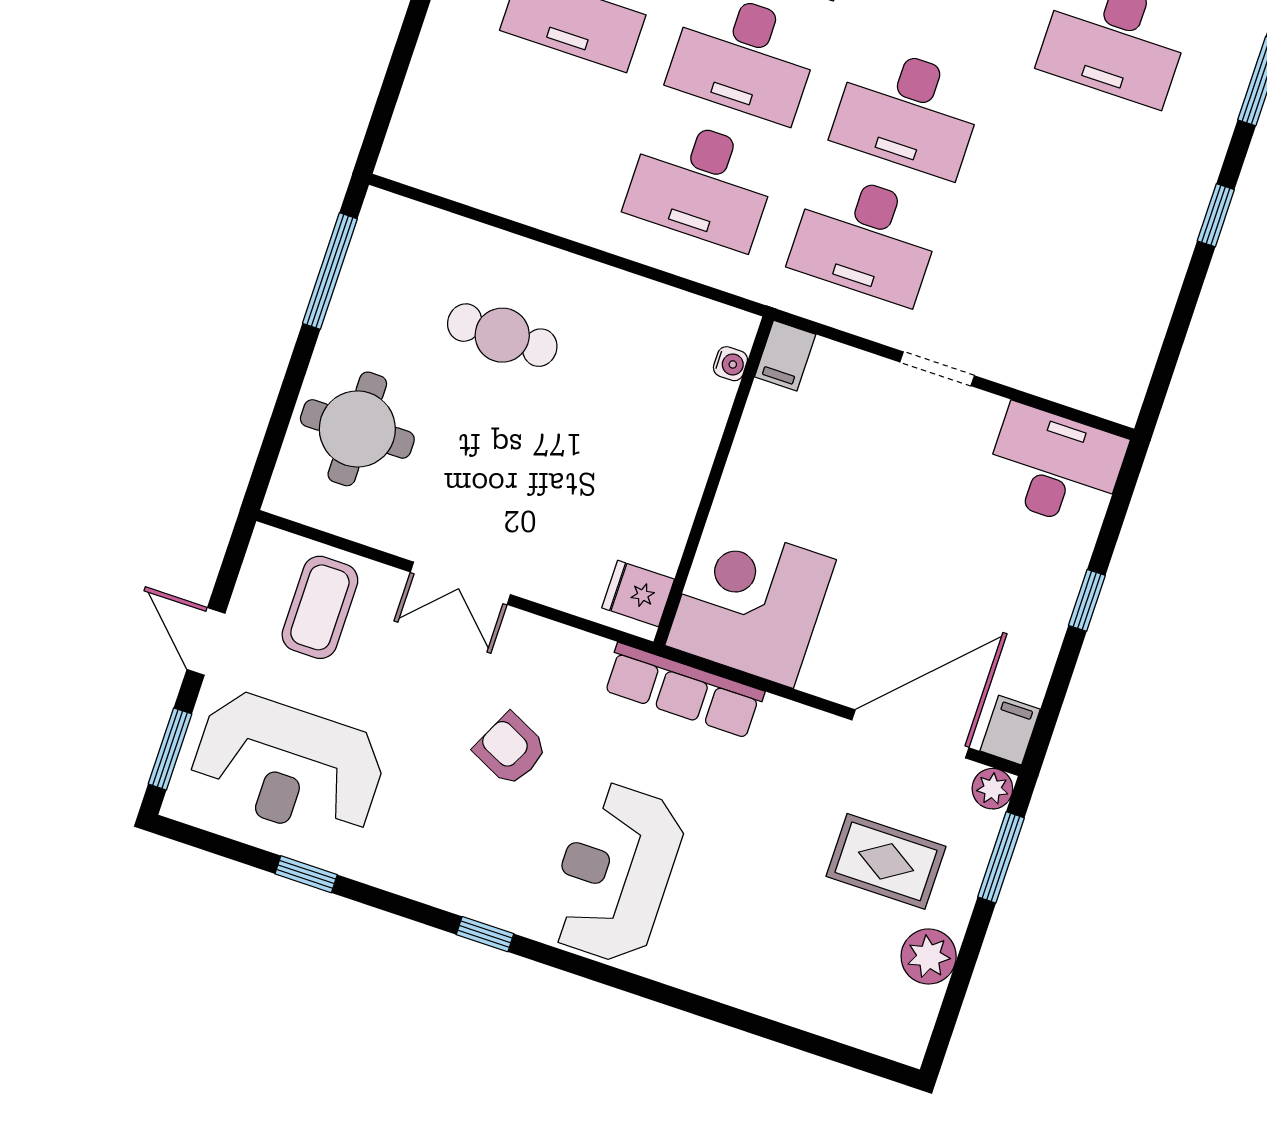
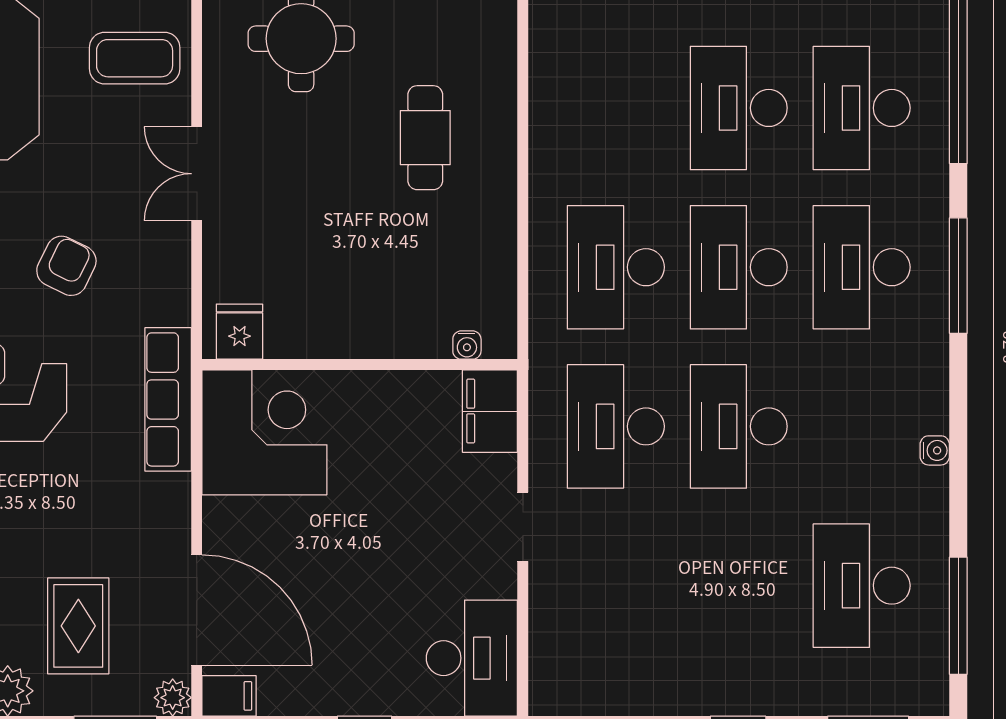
filing cabinet: (785, 356) -> (490, 411), width x2.00

